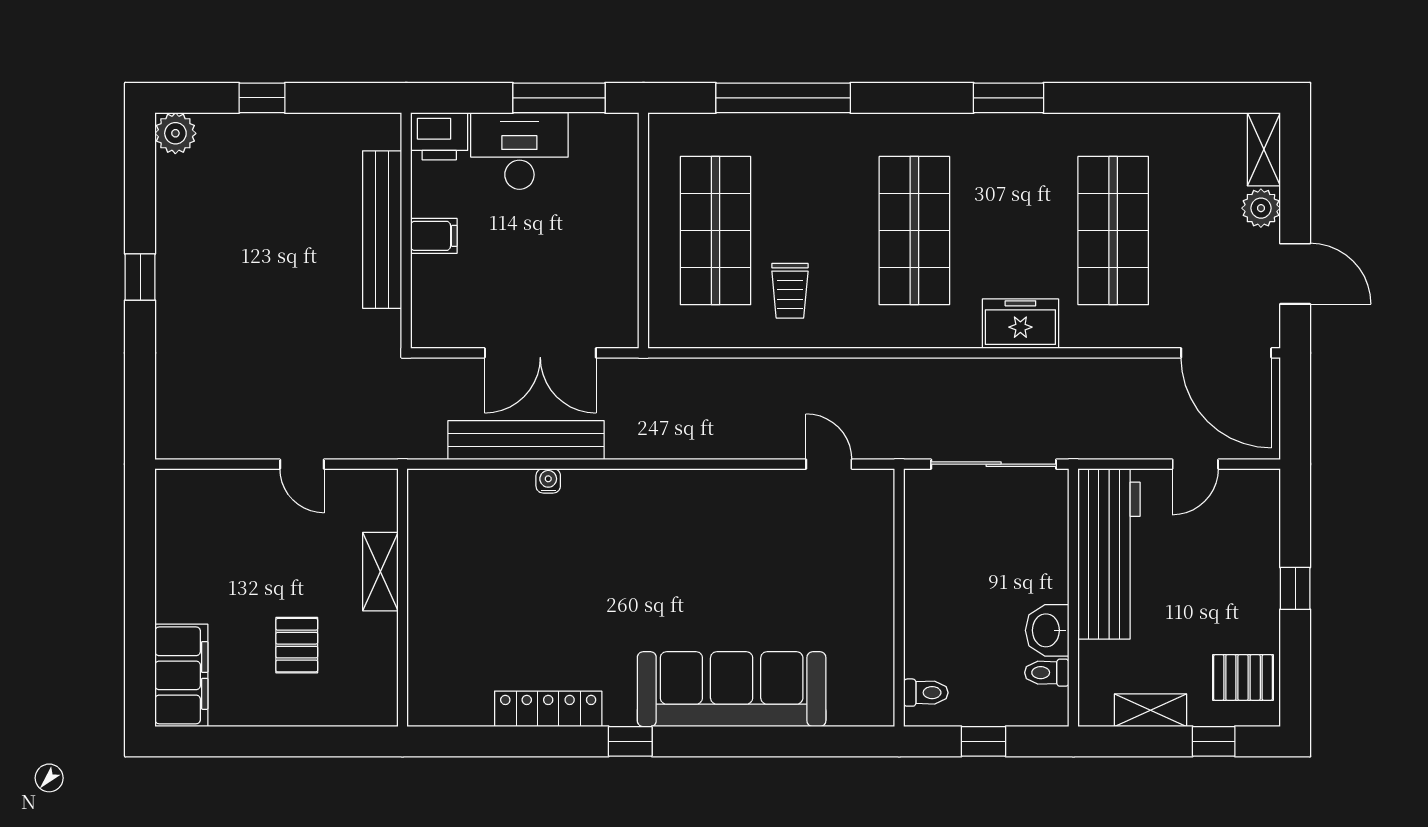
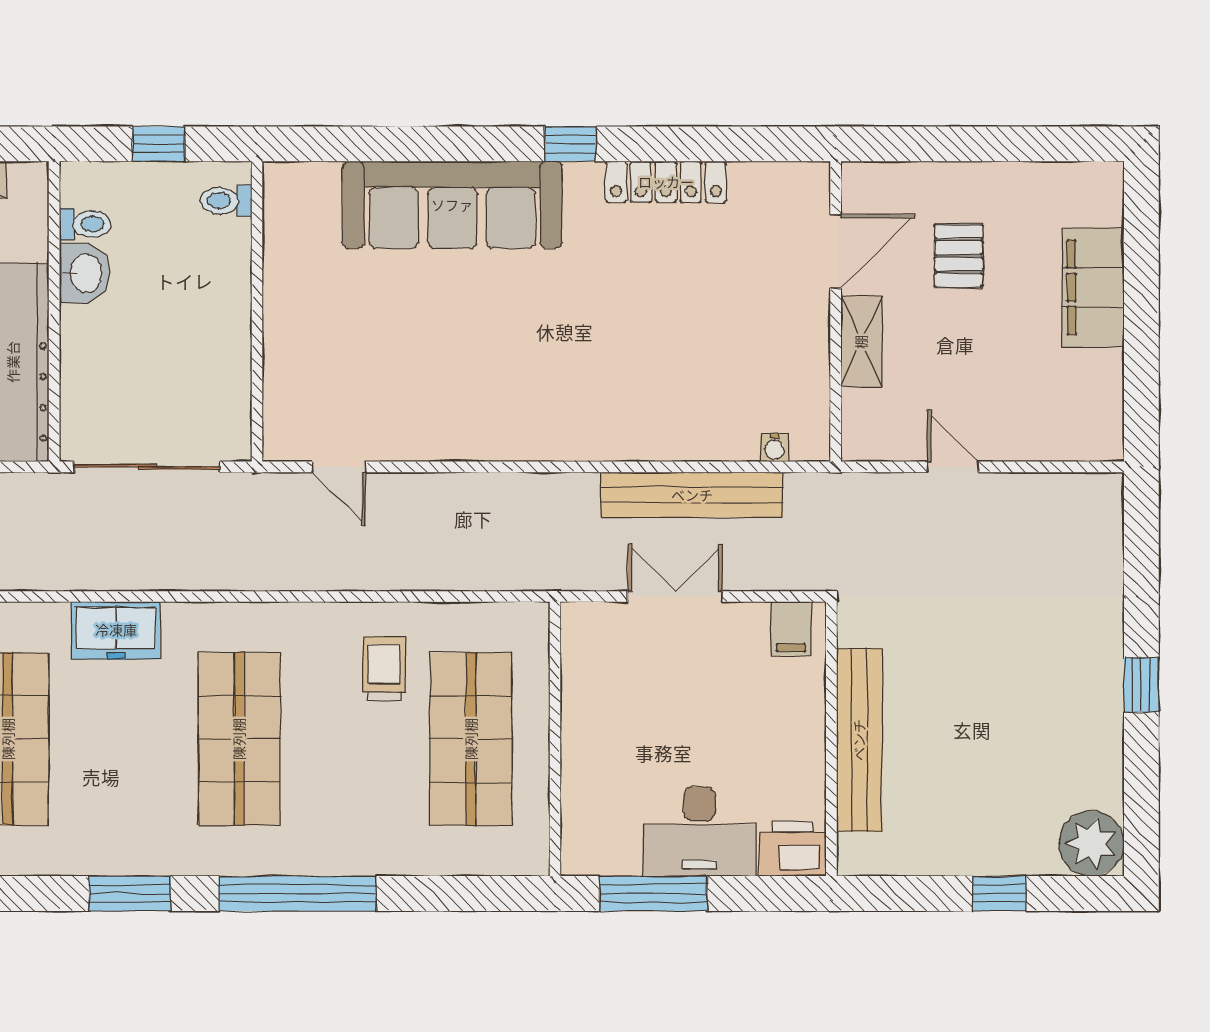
window: (783, 98) -> (297, 894), moved
plant: (175, 133) -> (1091, 844), width x1.36, depth x1.36
filing cabinet: (434, 236) -> (791, 629), moved, turned -90
double door: (540, 353) -> (675, 596), width x0.73
water cooler: (548, 481) -> (775, 447), moved
door: (402, 649) -> (836, 251), added
filing cabinet: (181, 675) -> (1093, 287), moved

